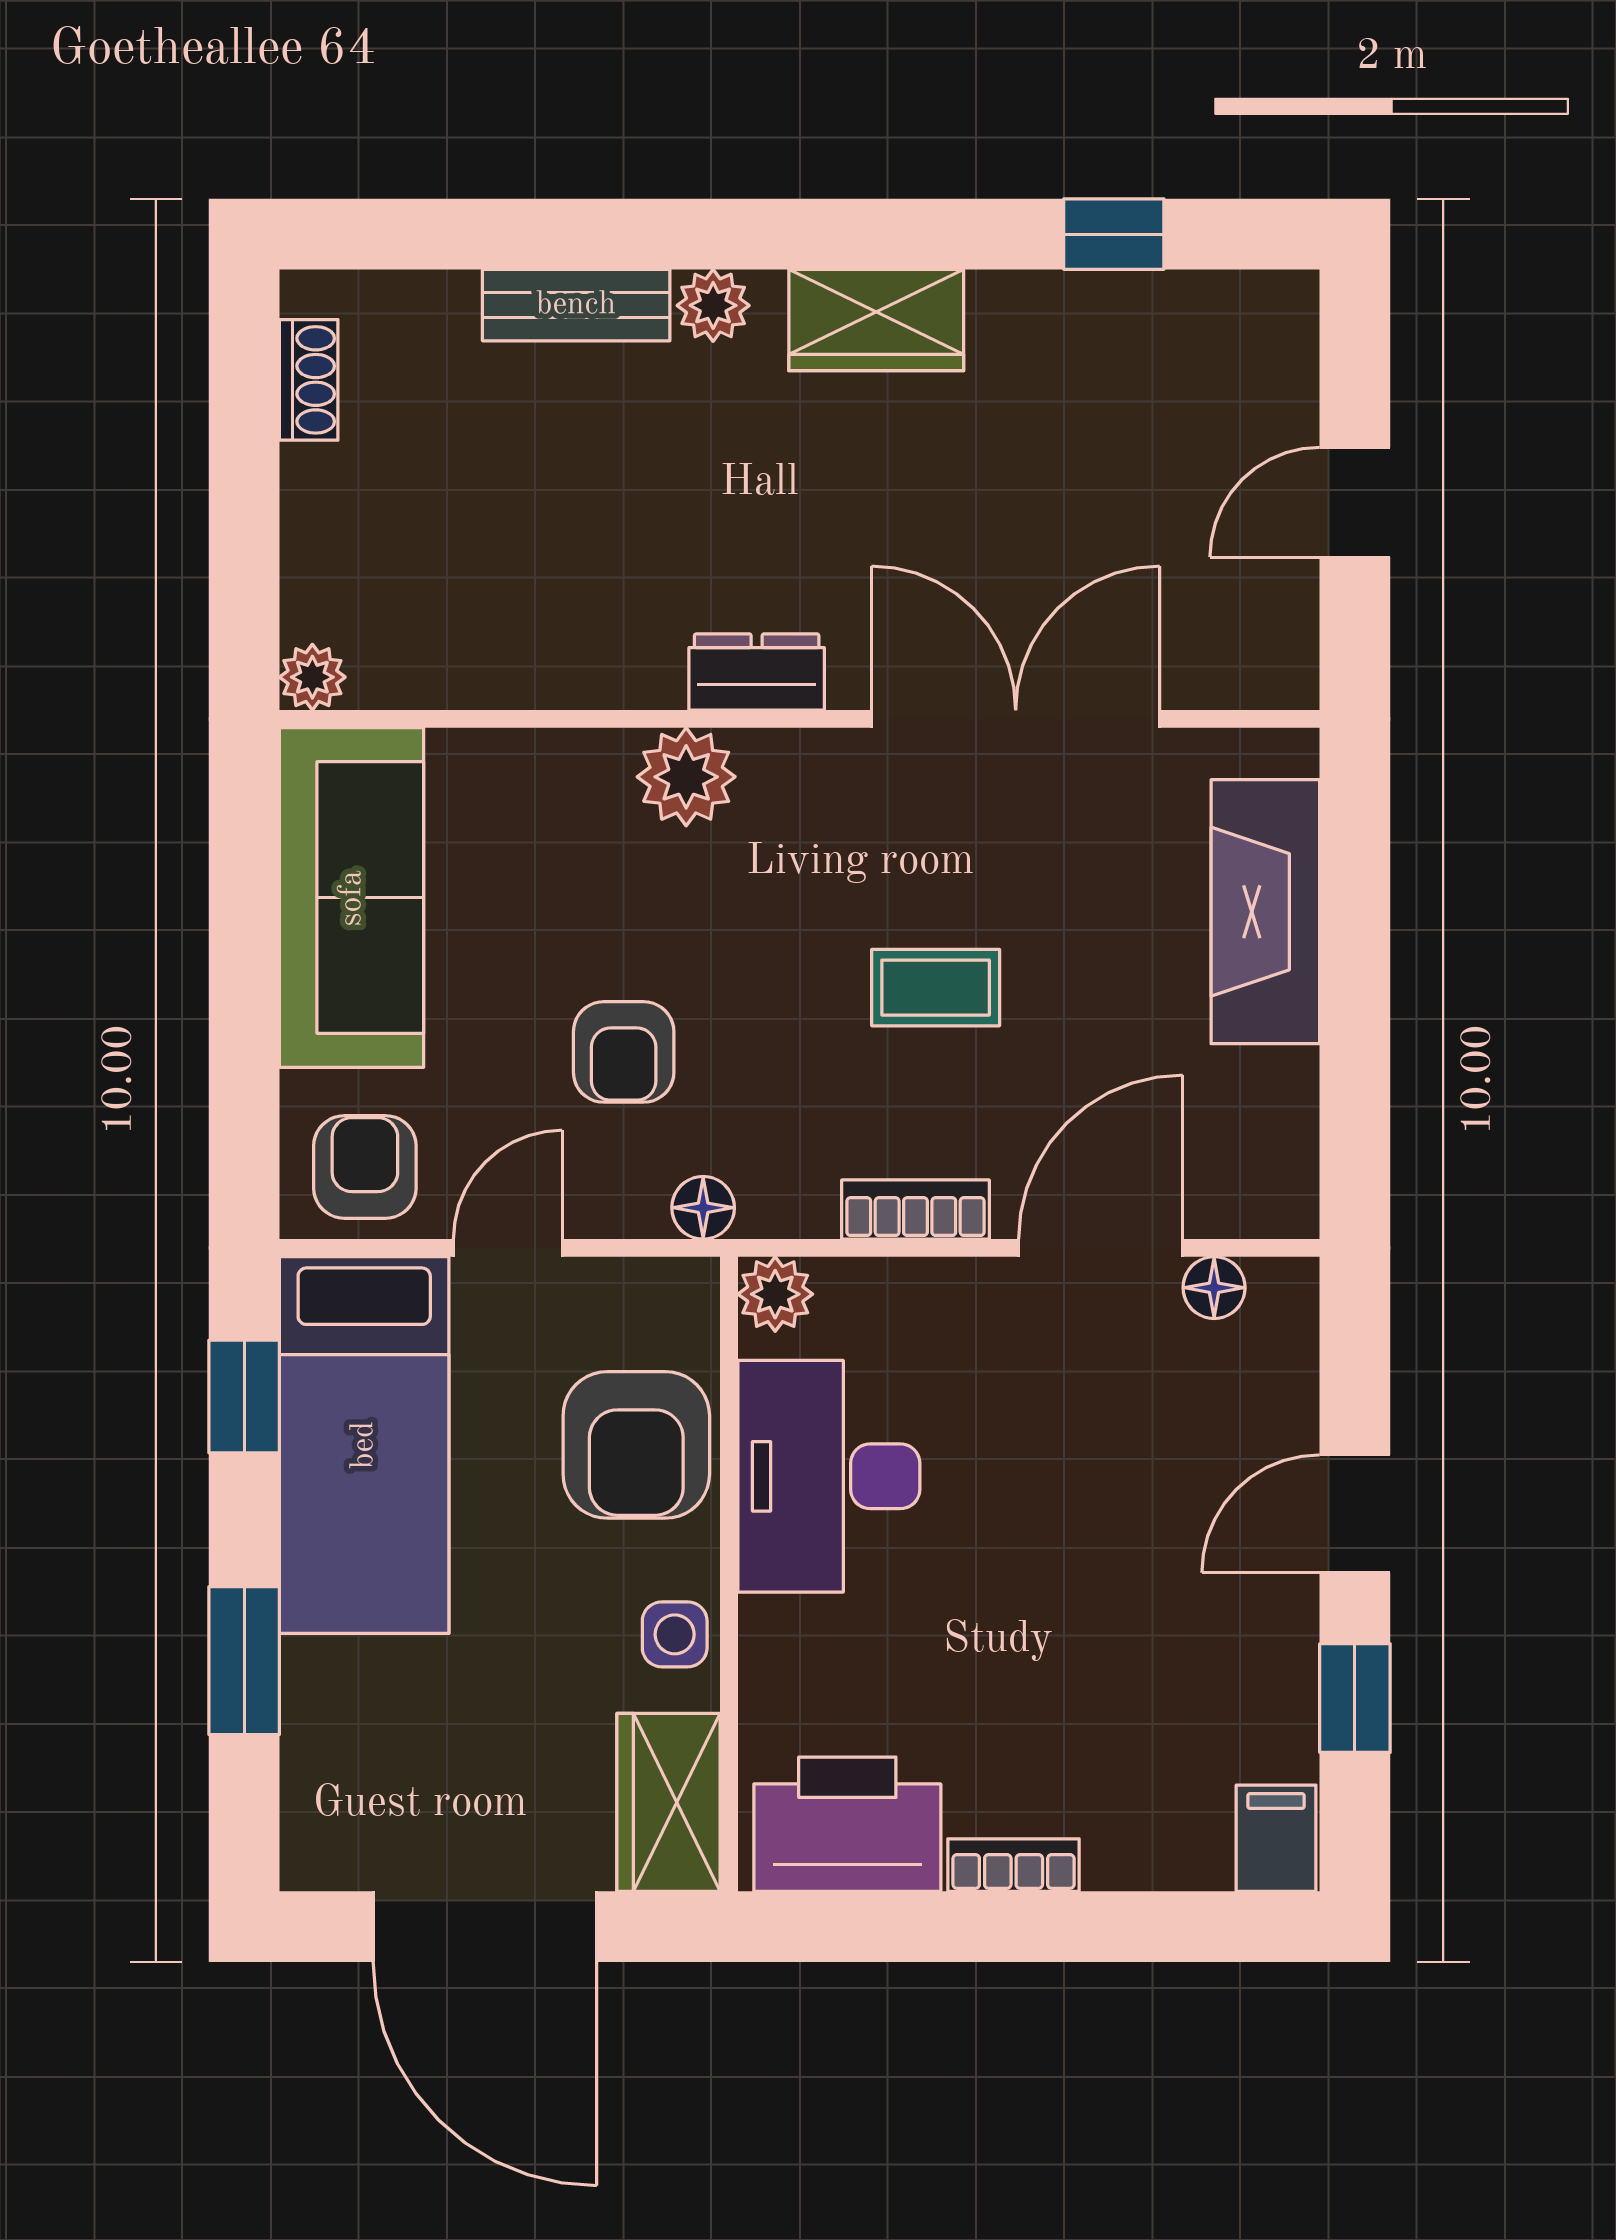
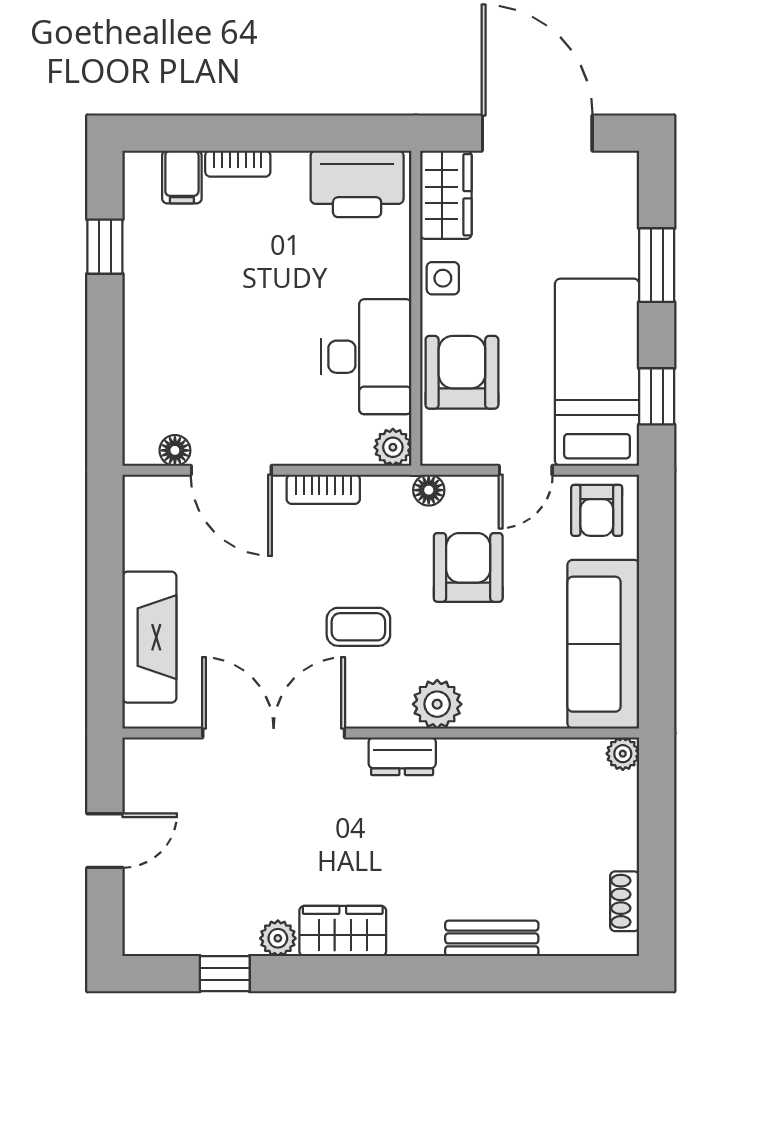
plant: (713, 305) -> (278, 938), moved
double door: (1016, 719) -> (274, 733), swing flipped
coffee table: (936, 988) -> (358, 627), moved
armchair: (624, 1052) -> (468, 567), width x1.38, depth x1.38
door: (1101, 1248) -> (231, 470), hinge flipped
door: (1355, 1514) -> (105, 338), removed
filing cabinet: (1276, 1838) -> (182, 177), moved
bookcase: (1014, 1865) -> (238, 164), moved

